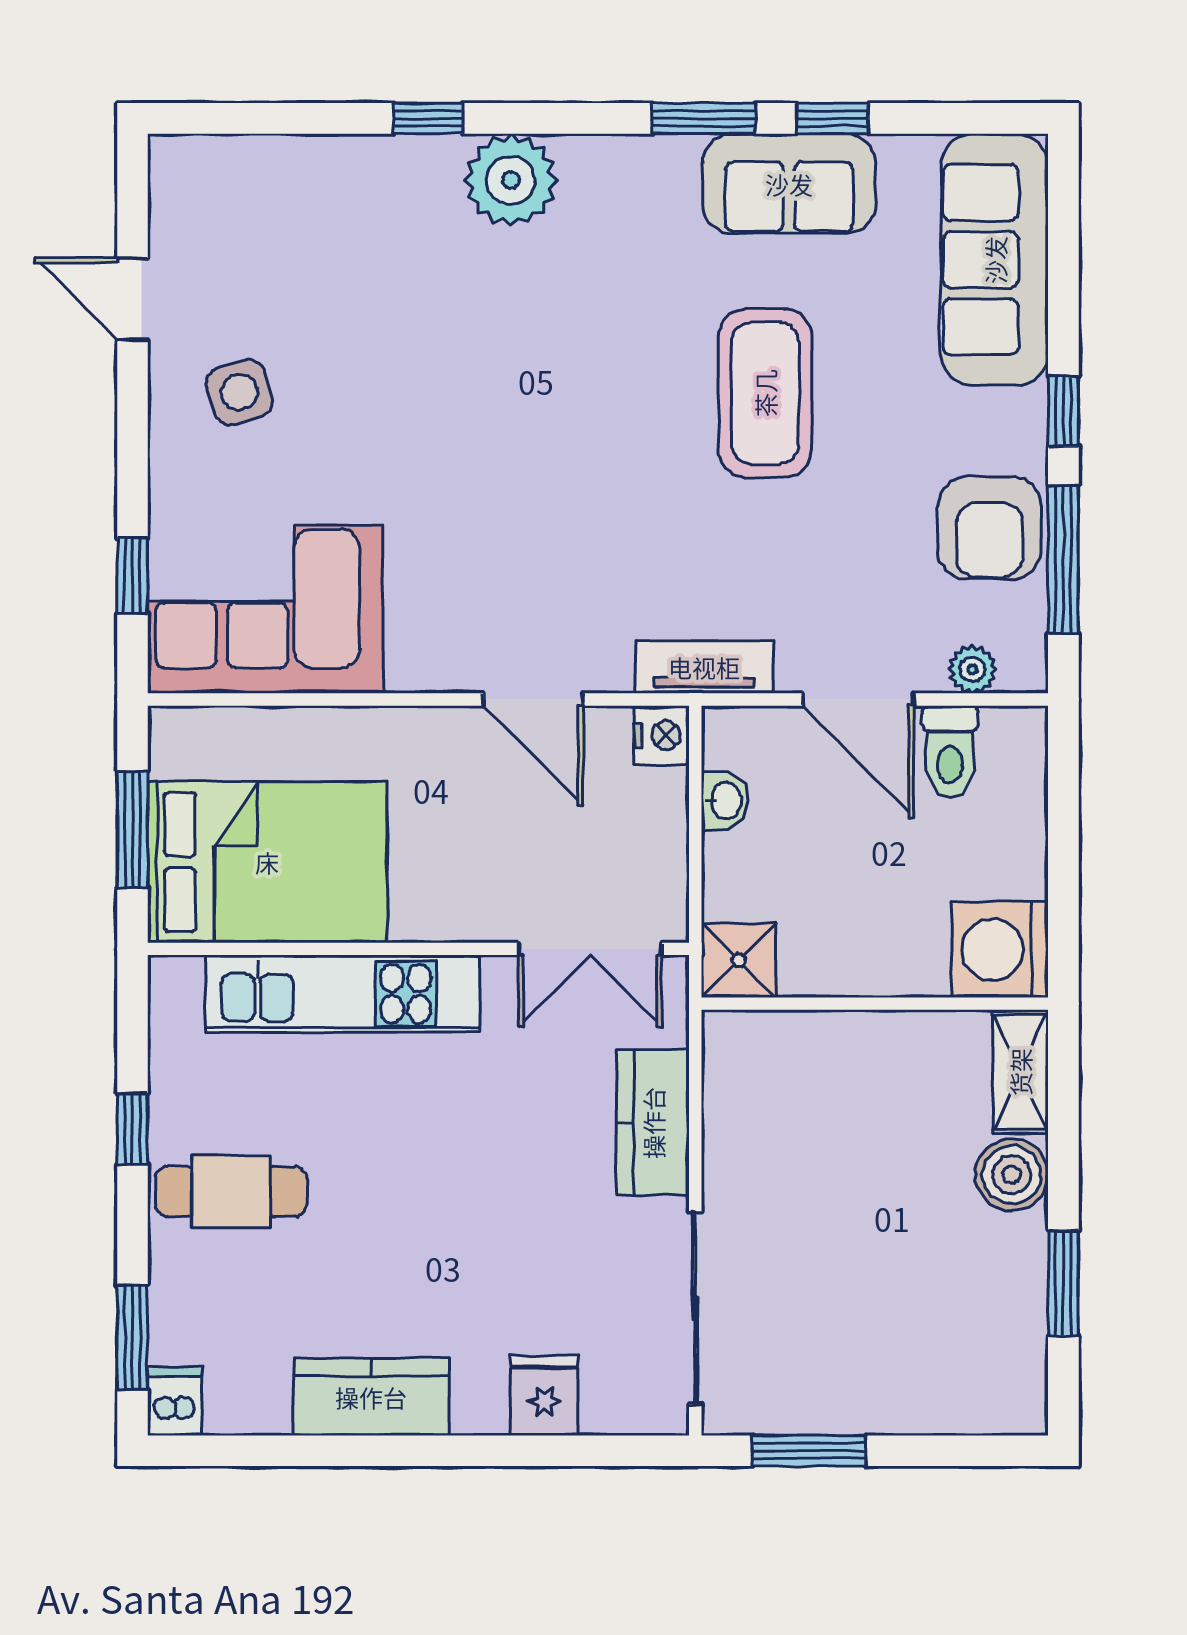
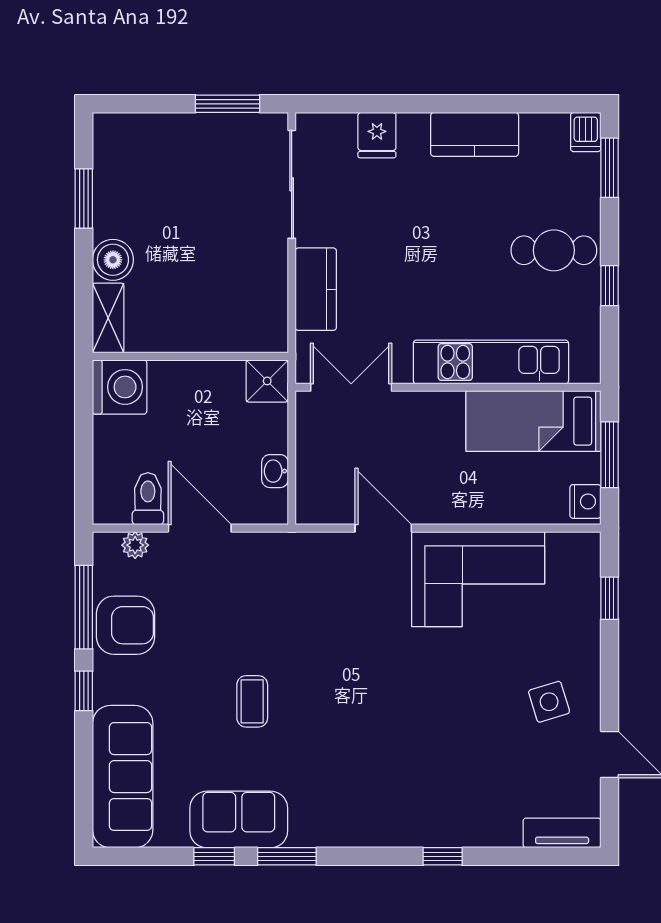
plant: (511, 180) -> (396, 822), removed
coffee table: (765, 393) -> (252, 701), width x0.54, depth x0.58
armchair: (989, 528) -> (126, 625), turned 90
corner sofa: (265, 609) -> (478, 579), moved
tv unit: (704, 667) -> (562, 833), moved, turned 180
nightstand: (662, 735) -> (585, 501), moved, turned 180
bed: (267, 862) -> (533, 421), width x0.67

